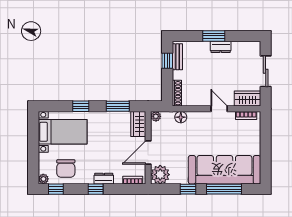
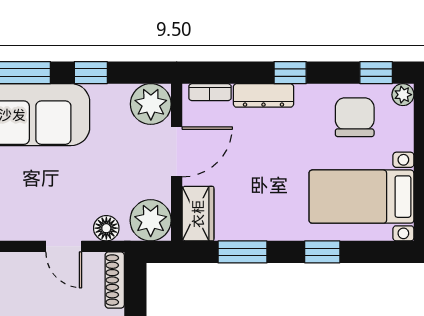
door: (219, 109) -> (64, 246), moved
plant: (156, 116) -> (151, 220), width x1.88, depth x1.88
dresser: (104, 179) -> (263, 95), width x1.44

